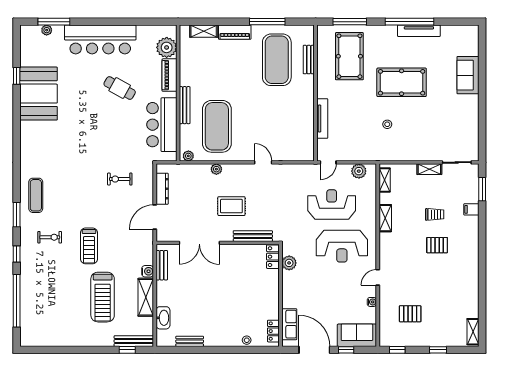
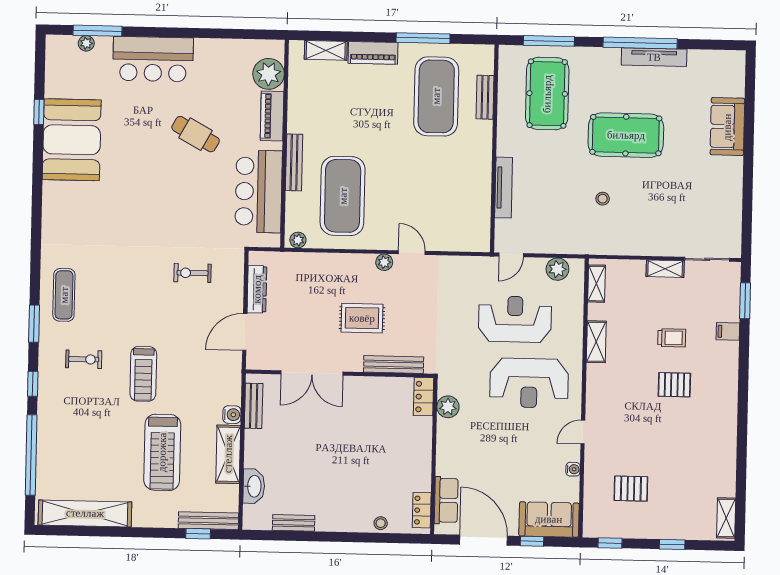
bar counter: (100, 39) -> (153, 59), width x0.73
plant: (216, 169) -> (384, 262), moved
shelving: (53, 338) -> (85, 513), added

